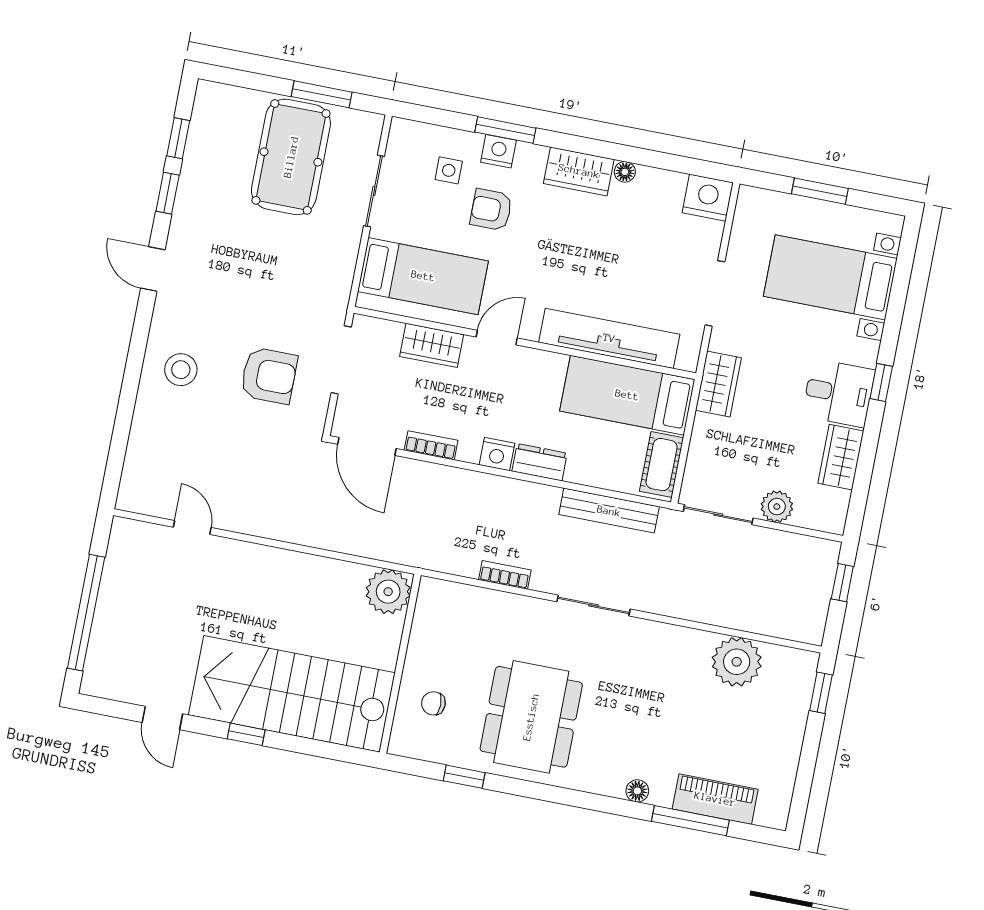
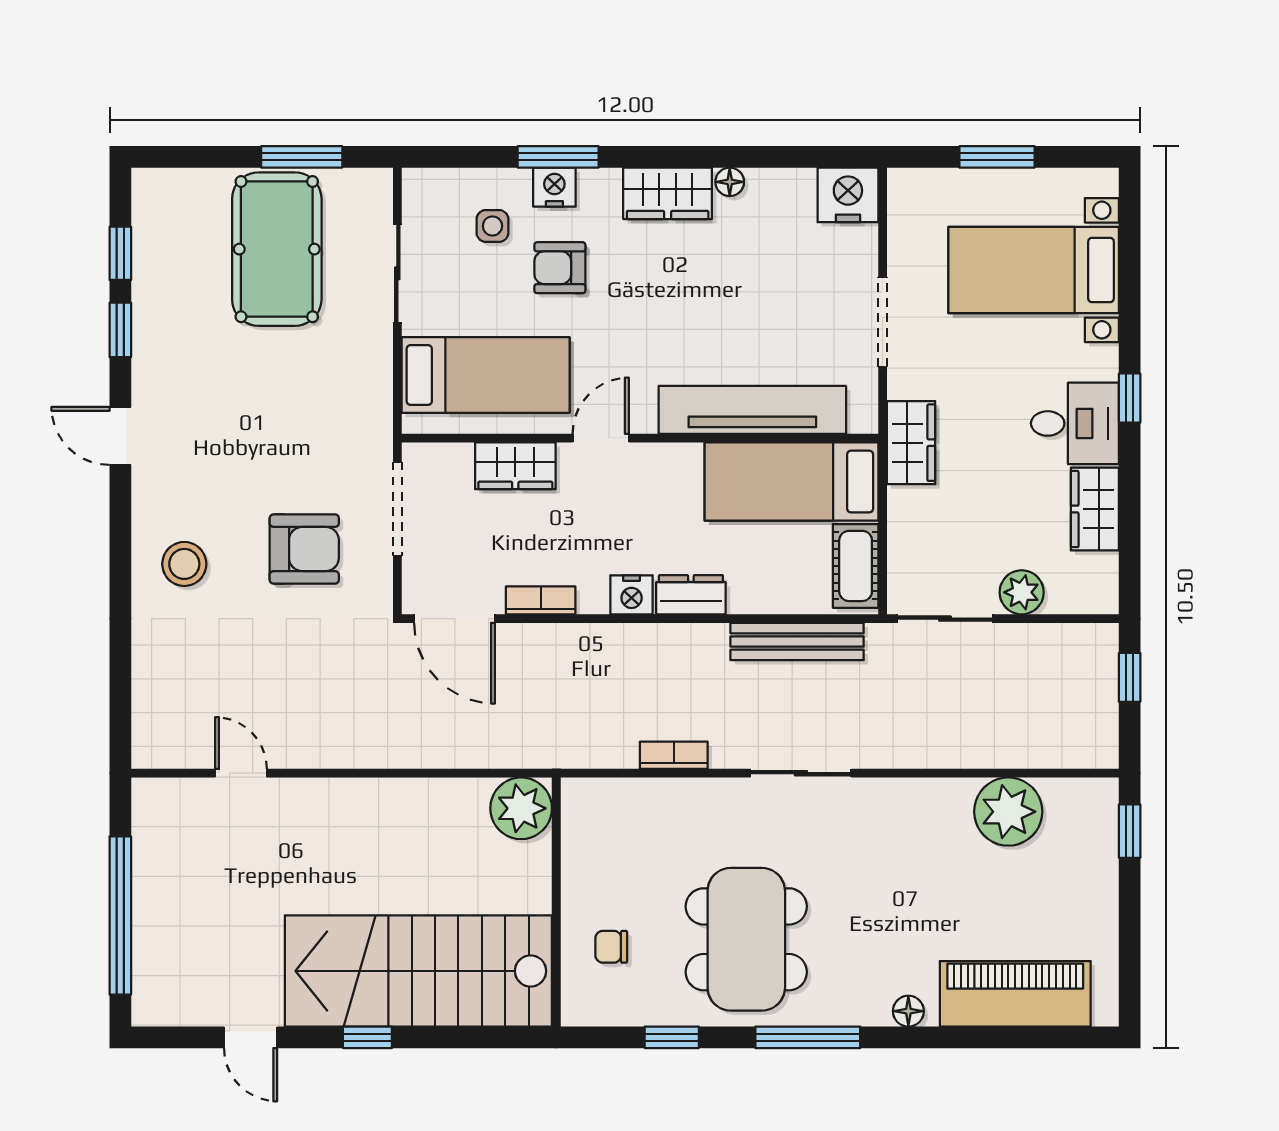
piano: (715, 799) -> (1015, 994), width x1.37, depth x1.33
window: (690, 821) -> (808, 1037), moved

